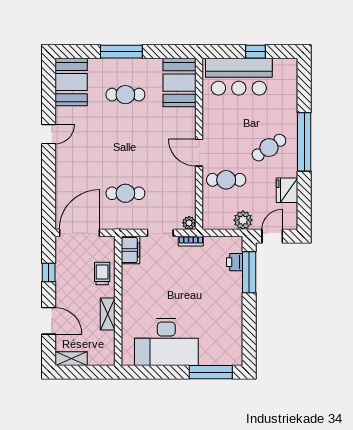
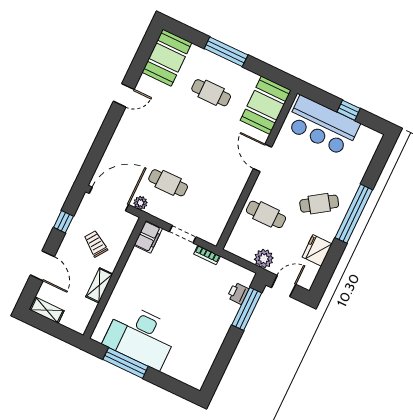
door: (199, 153) -> (263, 158), moved
plant: (189, 223) -> (140, 203), moved
trolley: (102, 274) -> (96, 244), moved, turned -55
window: (211, 372) -> (126, 363), moved

